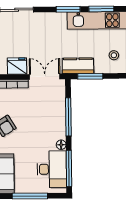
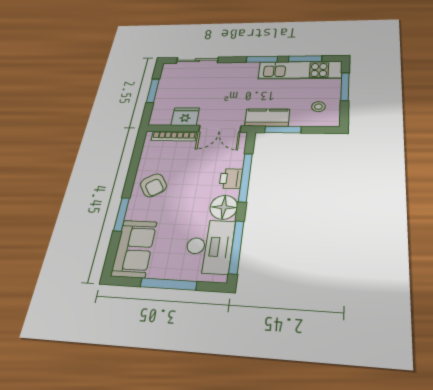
double door: (45, 77) -> (220, 129), swing flipped
printer: (59, 118) -> (231, 179), added
floor lamp: (61, 145) -> (224, 207), width x1.89, depth x1.89

